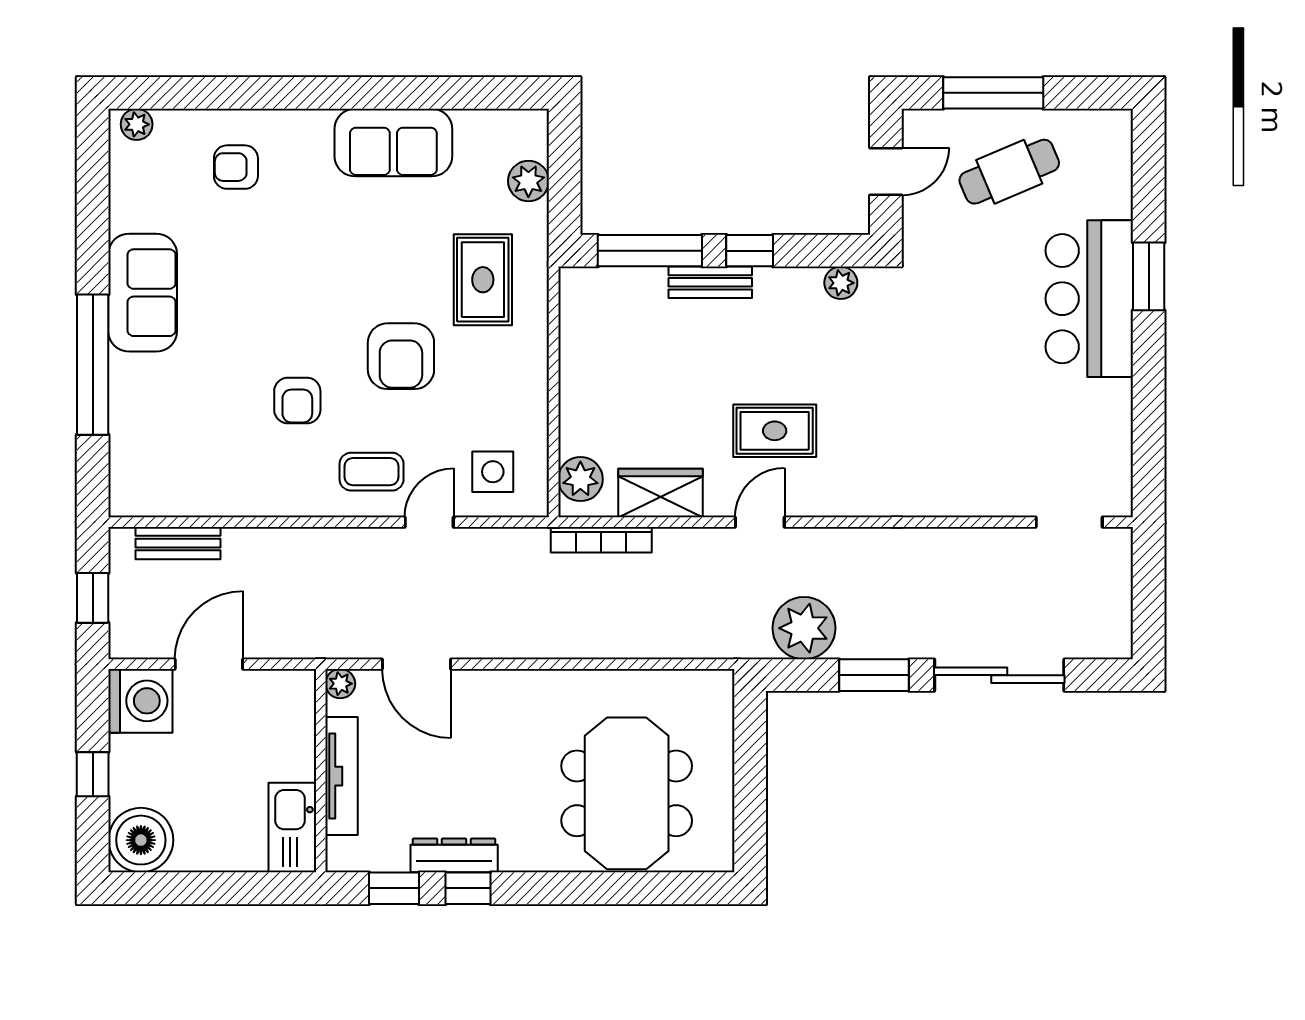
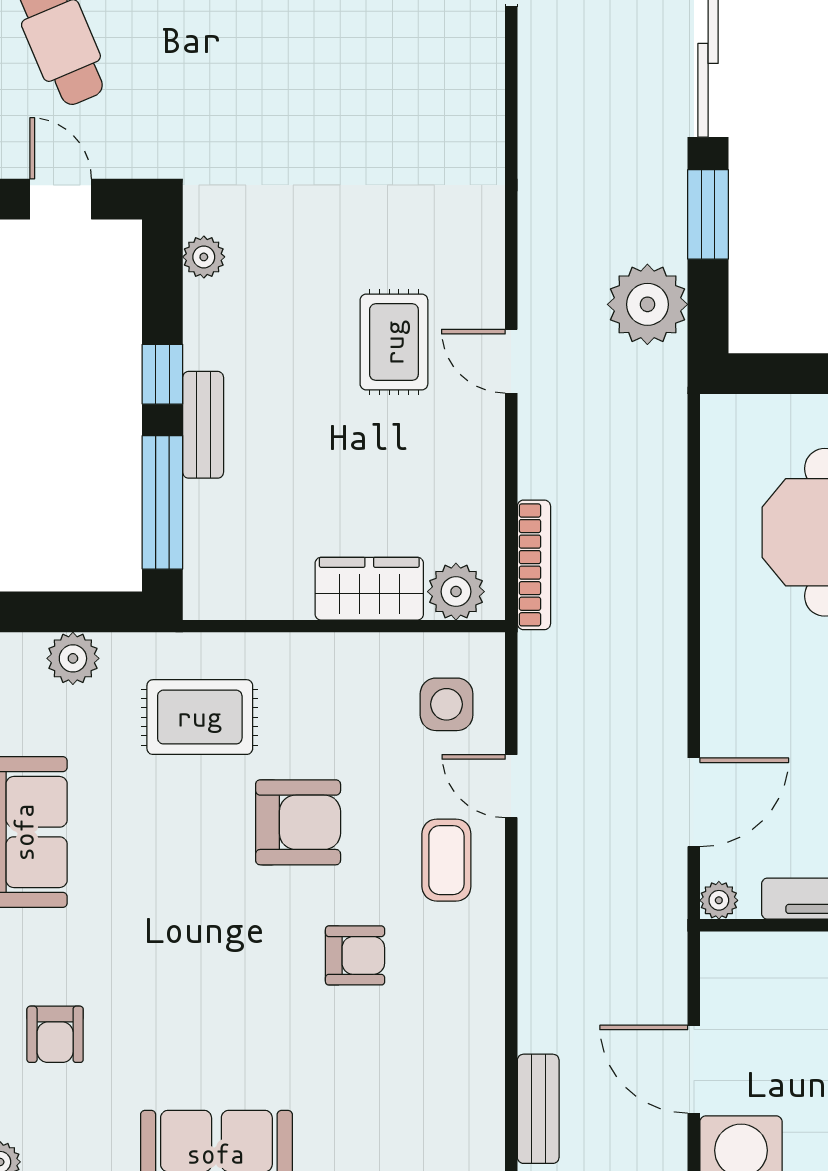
wardrobe: (660, 493) -> (369, 589), moved, turned 90

